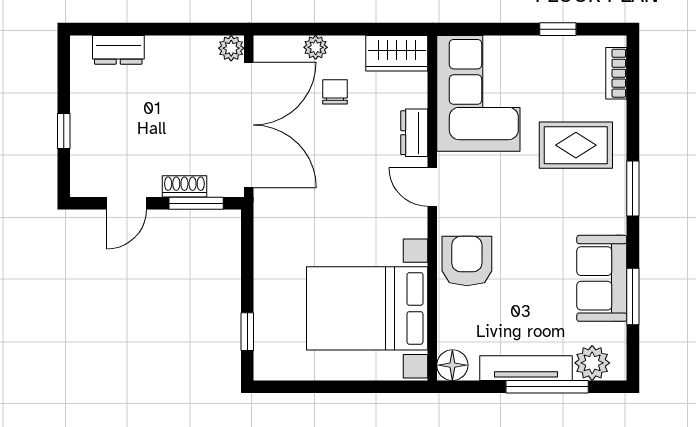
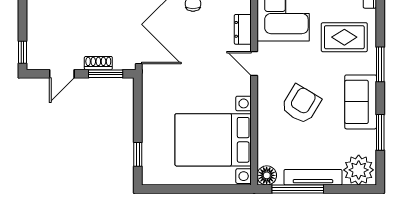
window: (64, 131) -> (23, 52), moved
armchair: (467, 261) -> (301, 104), moved, turned 31
sofa: (602, 278) -> (361, 102), moved
plant: (592, 363) -> (359, 170), width x1.36, depth x1.36
window: (547, 387) -> (298, 189), moved

